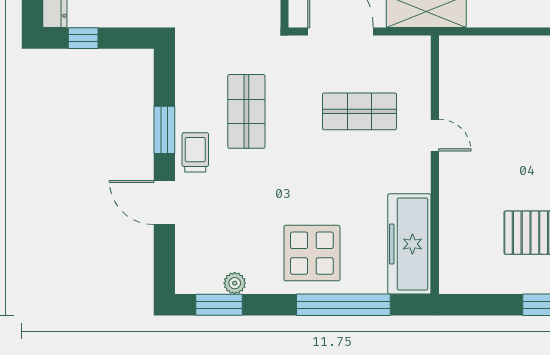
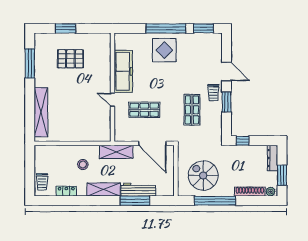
window: (83, 38) -> (243, 141), moved
freezer: (409, 244) -> (123, 71), moved
plant: (235, 283) -> (197, 37), removed
window: (343, 305) -> (166, 28), moved

